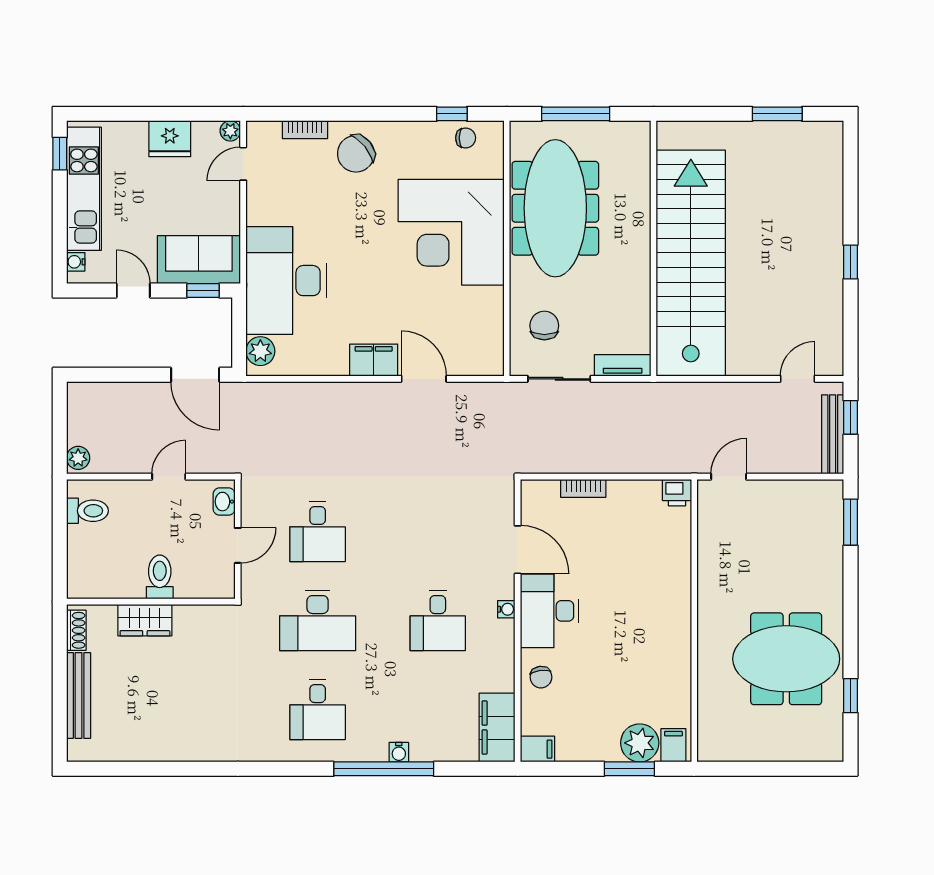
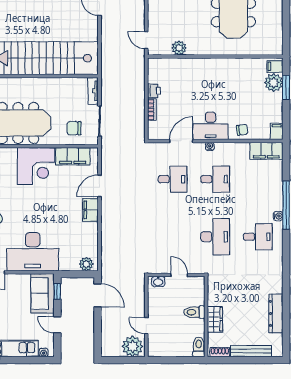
corner desk: (451, 232) -> (36, 166), width x0.74, depth x0.74
desk: (286, 281) -> (33, 252), moved
door: (133, 291) -> (57, 325), hinge flipped
filing cabinet: (486, 323) -> (73, 156), added
door: (195, 375) -> (98, 295), hinge flipped
plant: (78, 458) -> (132, 346), width x1.88, depth x1.88
door: (169, 477) -> (146, 326), moved
printer: (677, 493) -> (154, 91), moved
toilet: (87, 511) -> (199, 347), moved
desk: (318, 532) -> (173, 179), moved
plant: (712, 545) -> (179, 48), added
dresser: (157, 747) -> (276, 313), added
water cooler: (399, 752) -> (278, 216), moved

